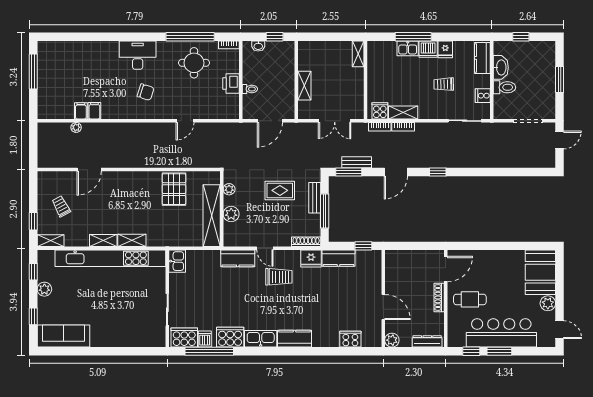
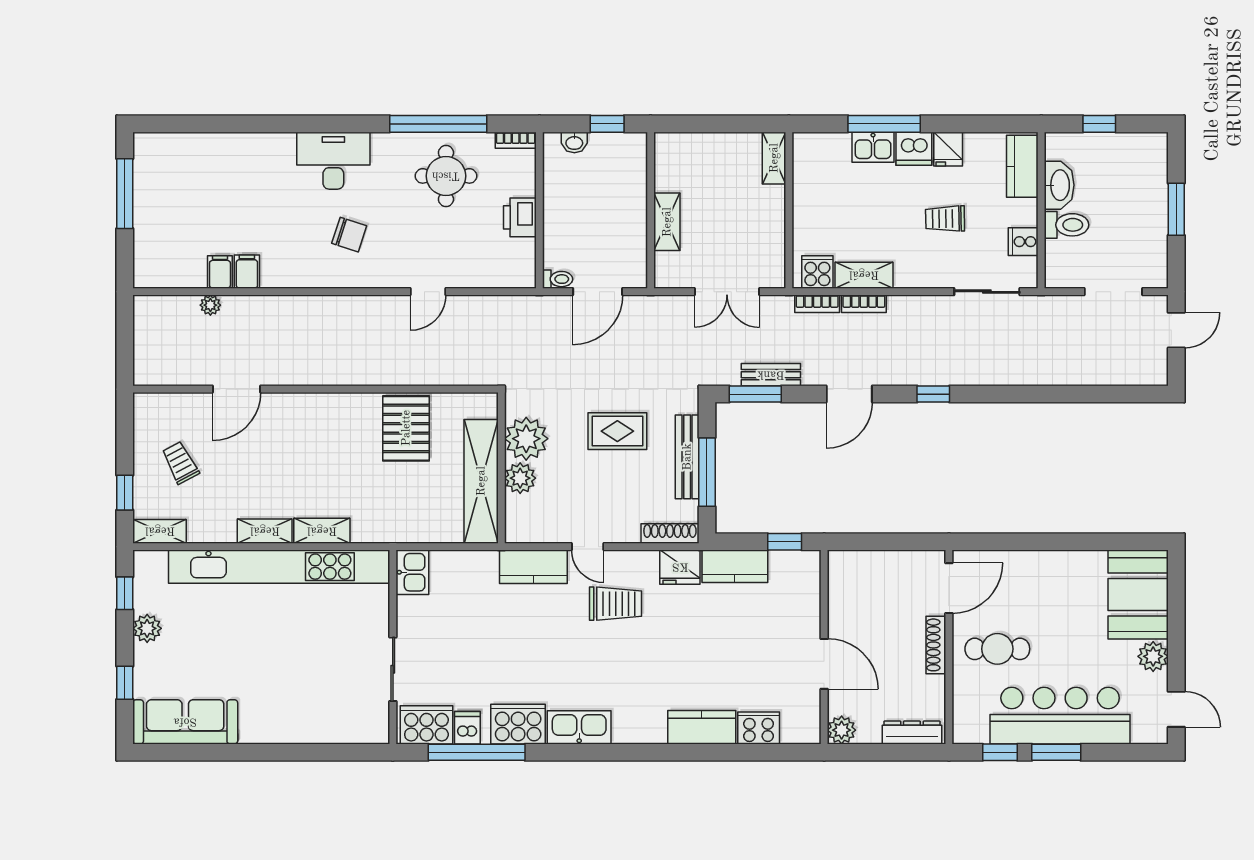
toilet: (250, 89) -> (558, 279), moved
plant: (229, 189) -> (526, 439), width x1.87, depth x1.87
bench: (315, 198) -> (687, 457), width x1.36
kitchen counter: (295, 339) -> (702, 727), moved

